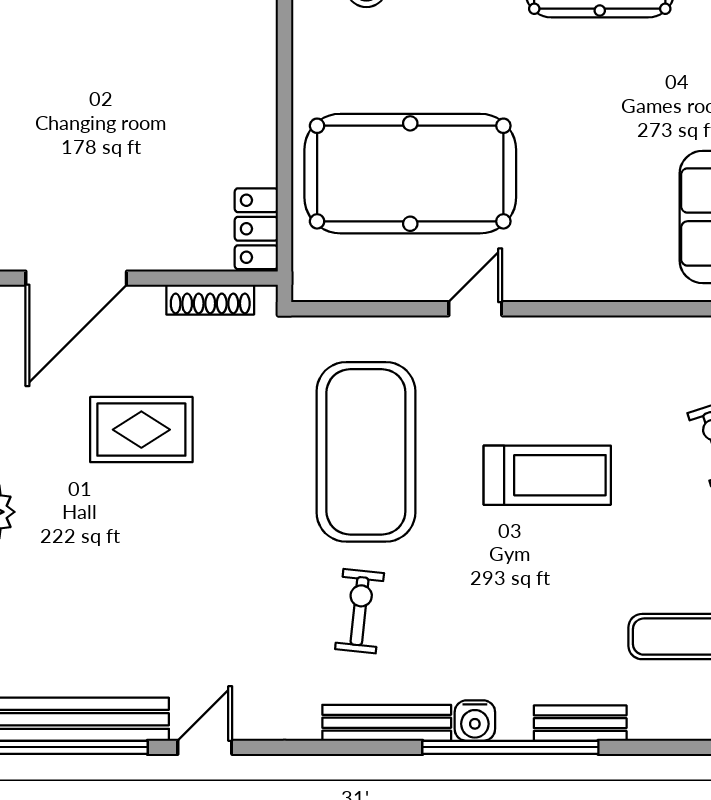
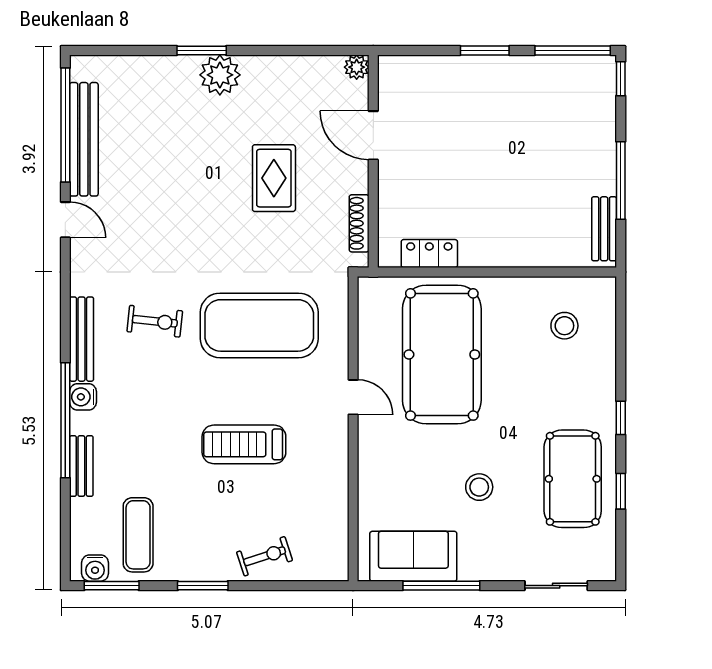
stool: (612, 117) -> (479, 487), added
locker: (256, 229) -> (429, 254), moved
door: (76, 278) -> (373, 135), width x0.73
treadmill: (547, 475) -> (244, 444), turned 90

